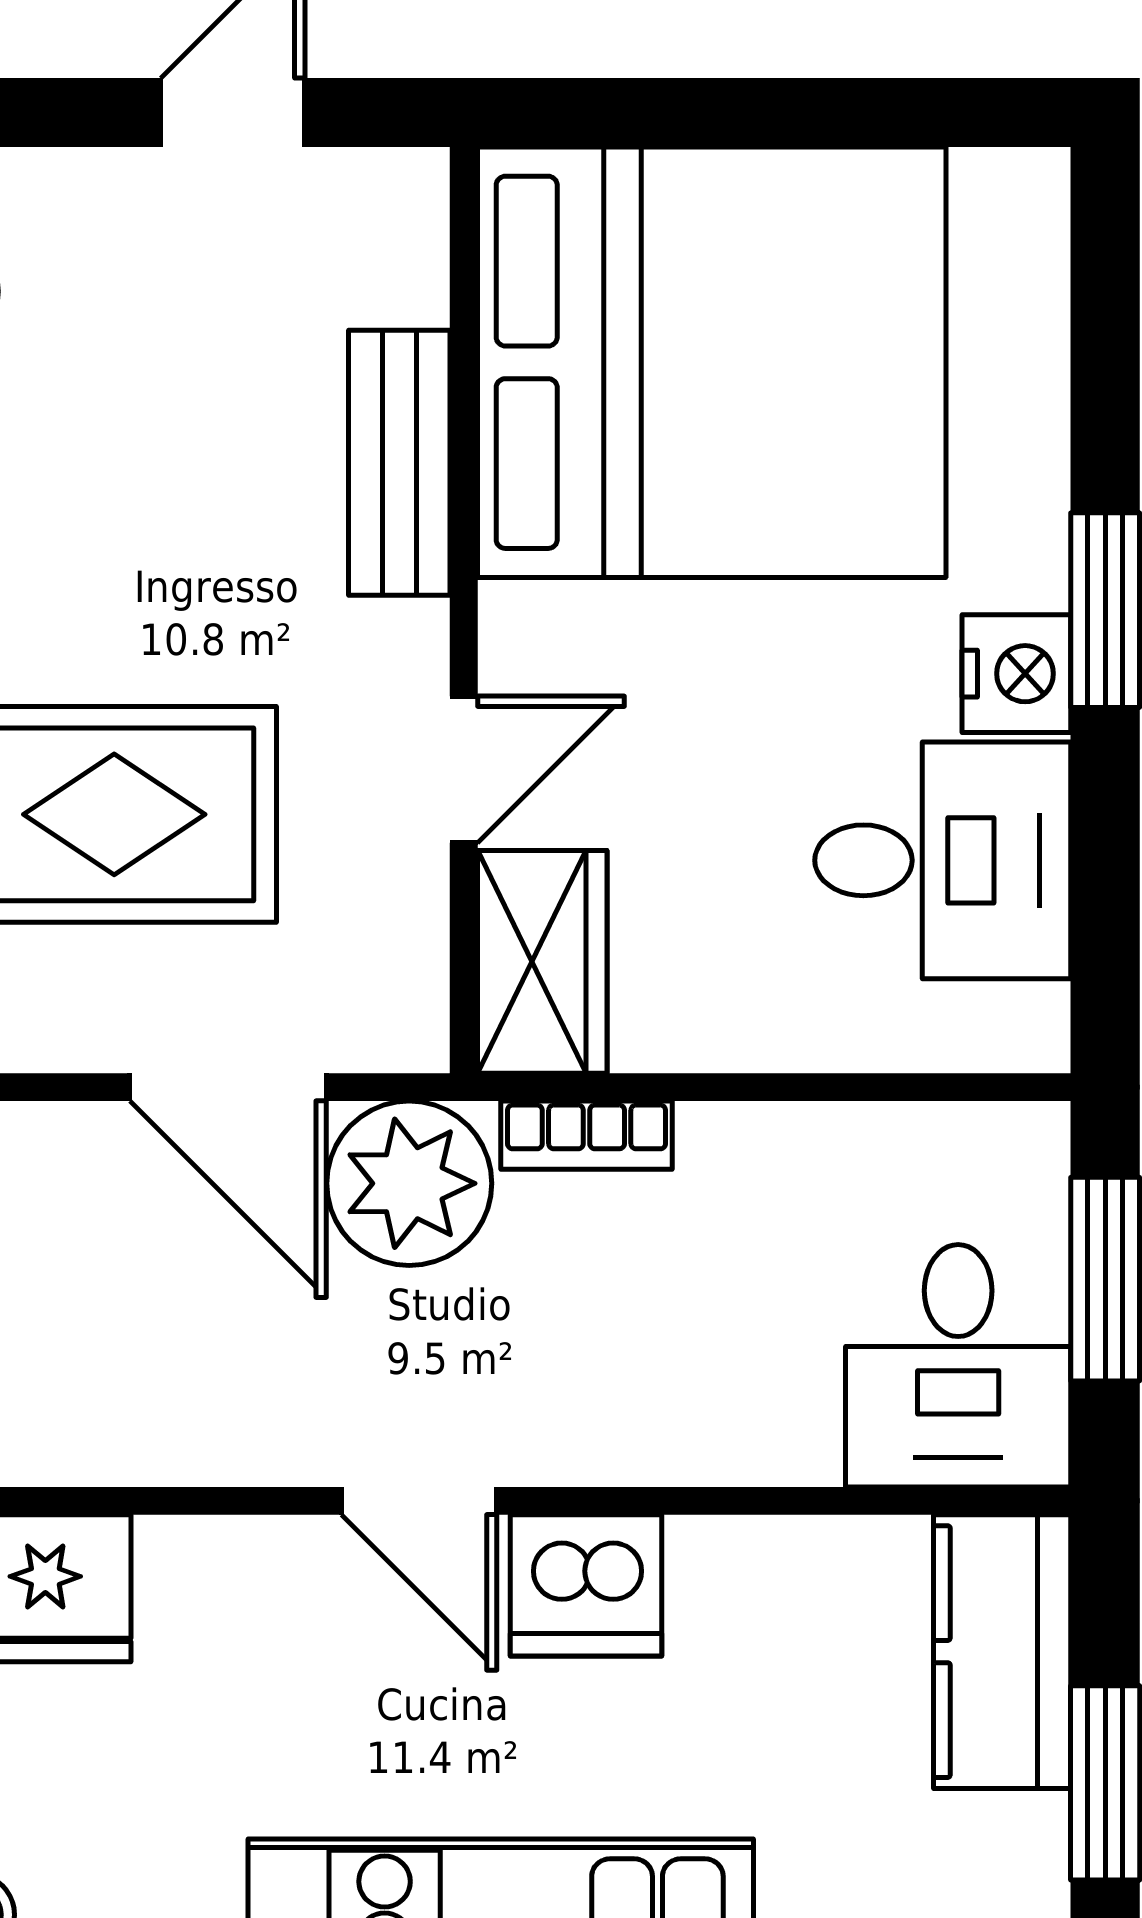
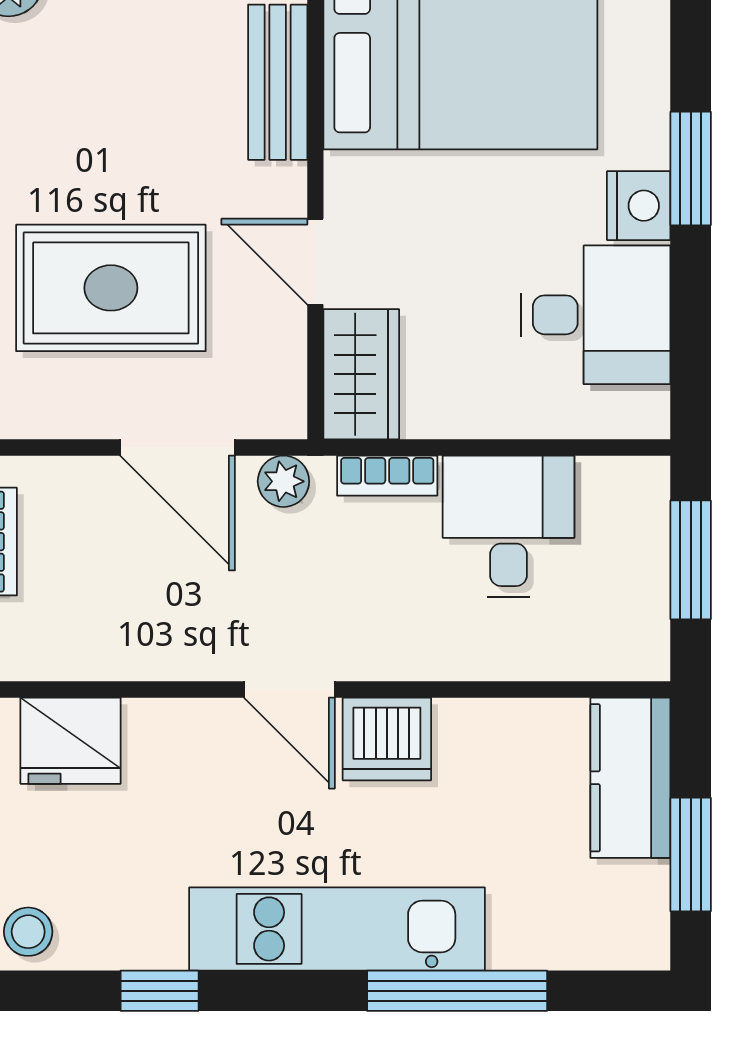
door: (464, 769) -> (315, 262), swing flipped
plant: (409, 1183) -> (283, 481), width x0.53, depth x0.53
desk: (958, 1366) -> (509, 526), moved, turned 180

